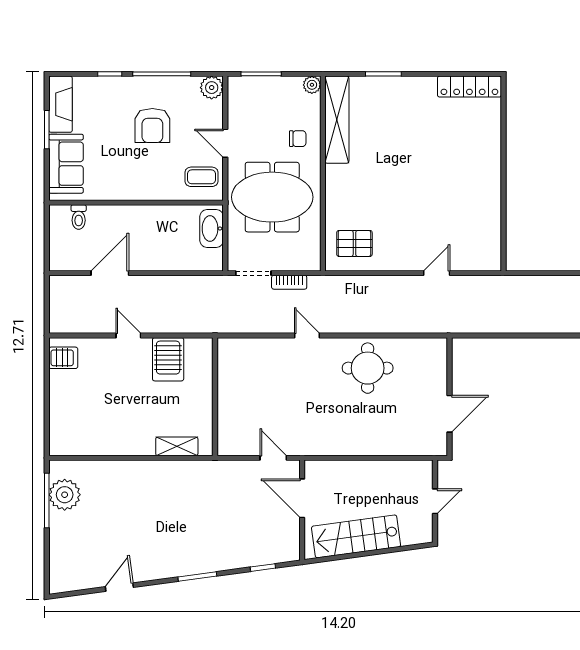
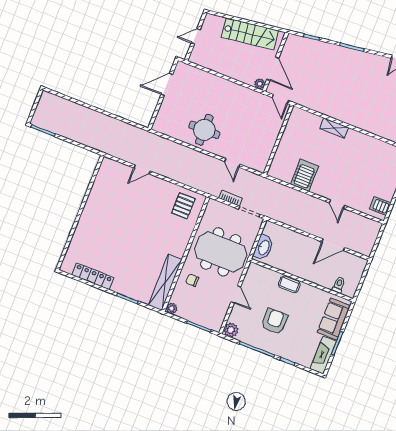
locker: (469, 87) -> (93, 276), moved
coffee table: (201, 177) -> (289, 284), moved
pallet: (354, 243) -> (183, 206), turned 90
server rack: (168, 359) -> (304, 175), moved
wall: (215, 397) -> (278, 140), moved
plant: (313, 468) -> (260, 84), added

